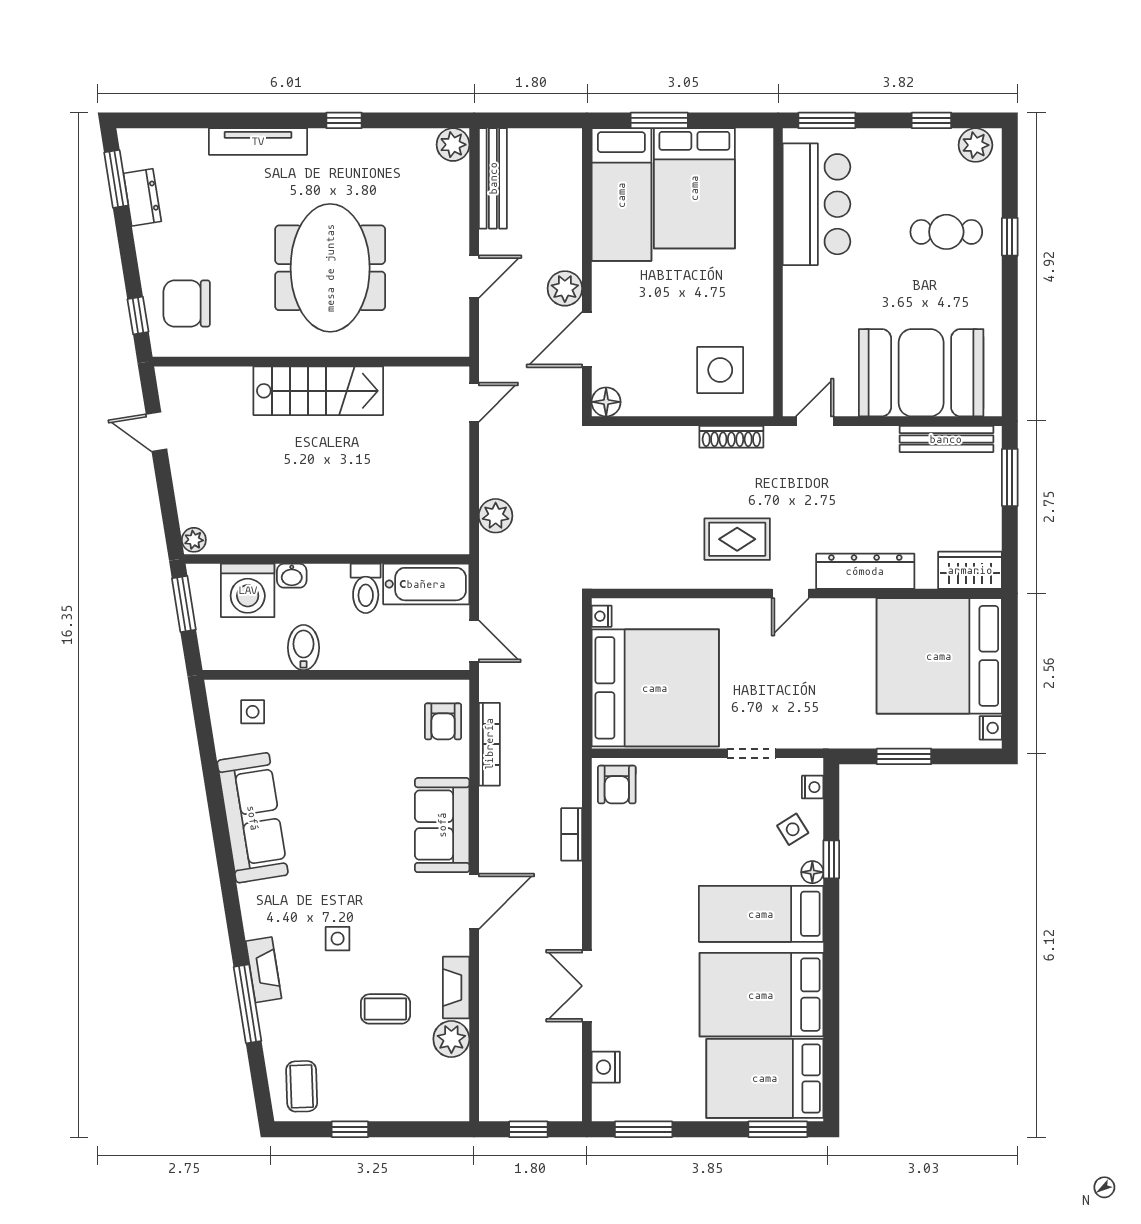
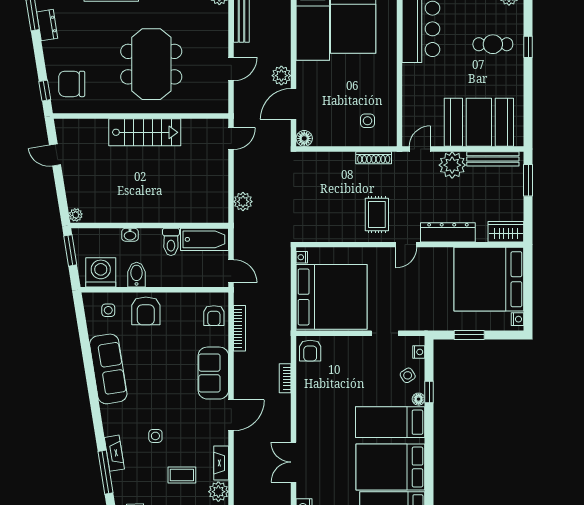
side table: (720, 370) -> (367, 121), width x0.54, depth x0.54
plant: (873, 450) -> (452, 165), added
rug: (737, 539) -> (377, 215), turned 90
washing machine: (248, 590) -> (101, 272), moved, turned 180
armchair: (320, 713) -> (146, 311), added

